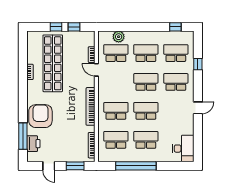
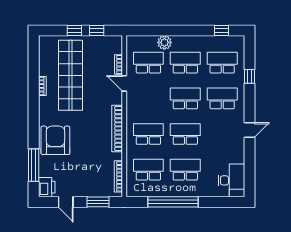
plant: (119, 37) -> (164, 42), moved
printer: (33, 144) -> (47, 187), moved

